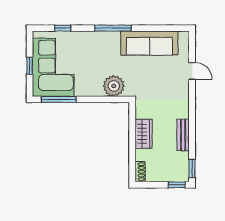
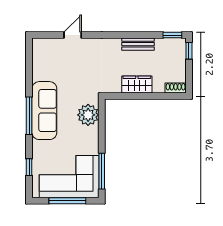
sofa: (149, 43) -> (44, 111), moved
window: (30, 66) -> (67, 201), width x2.17

